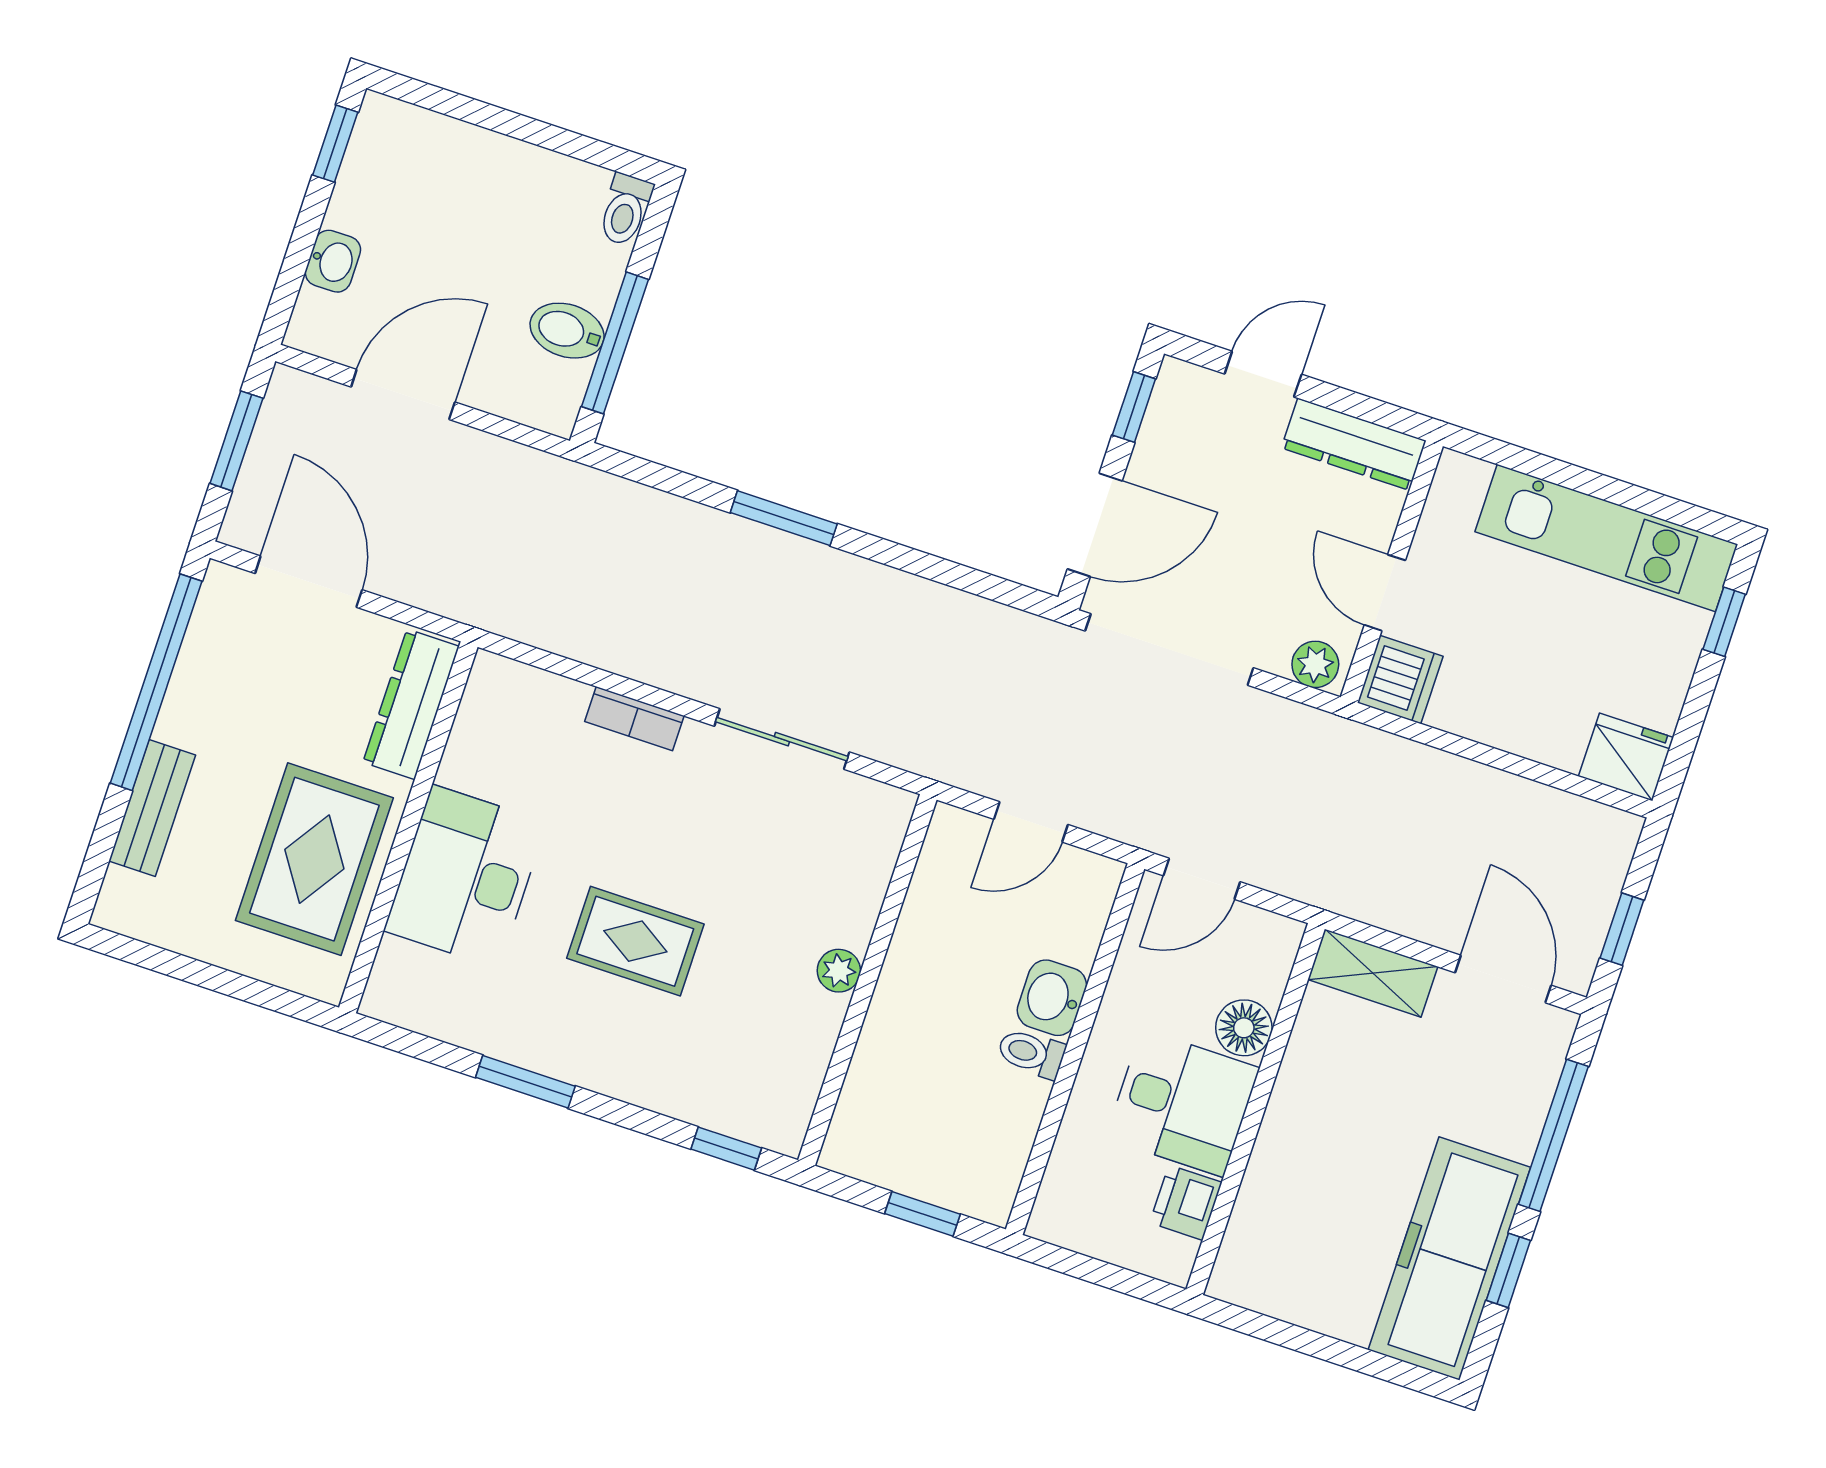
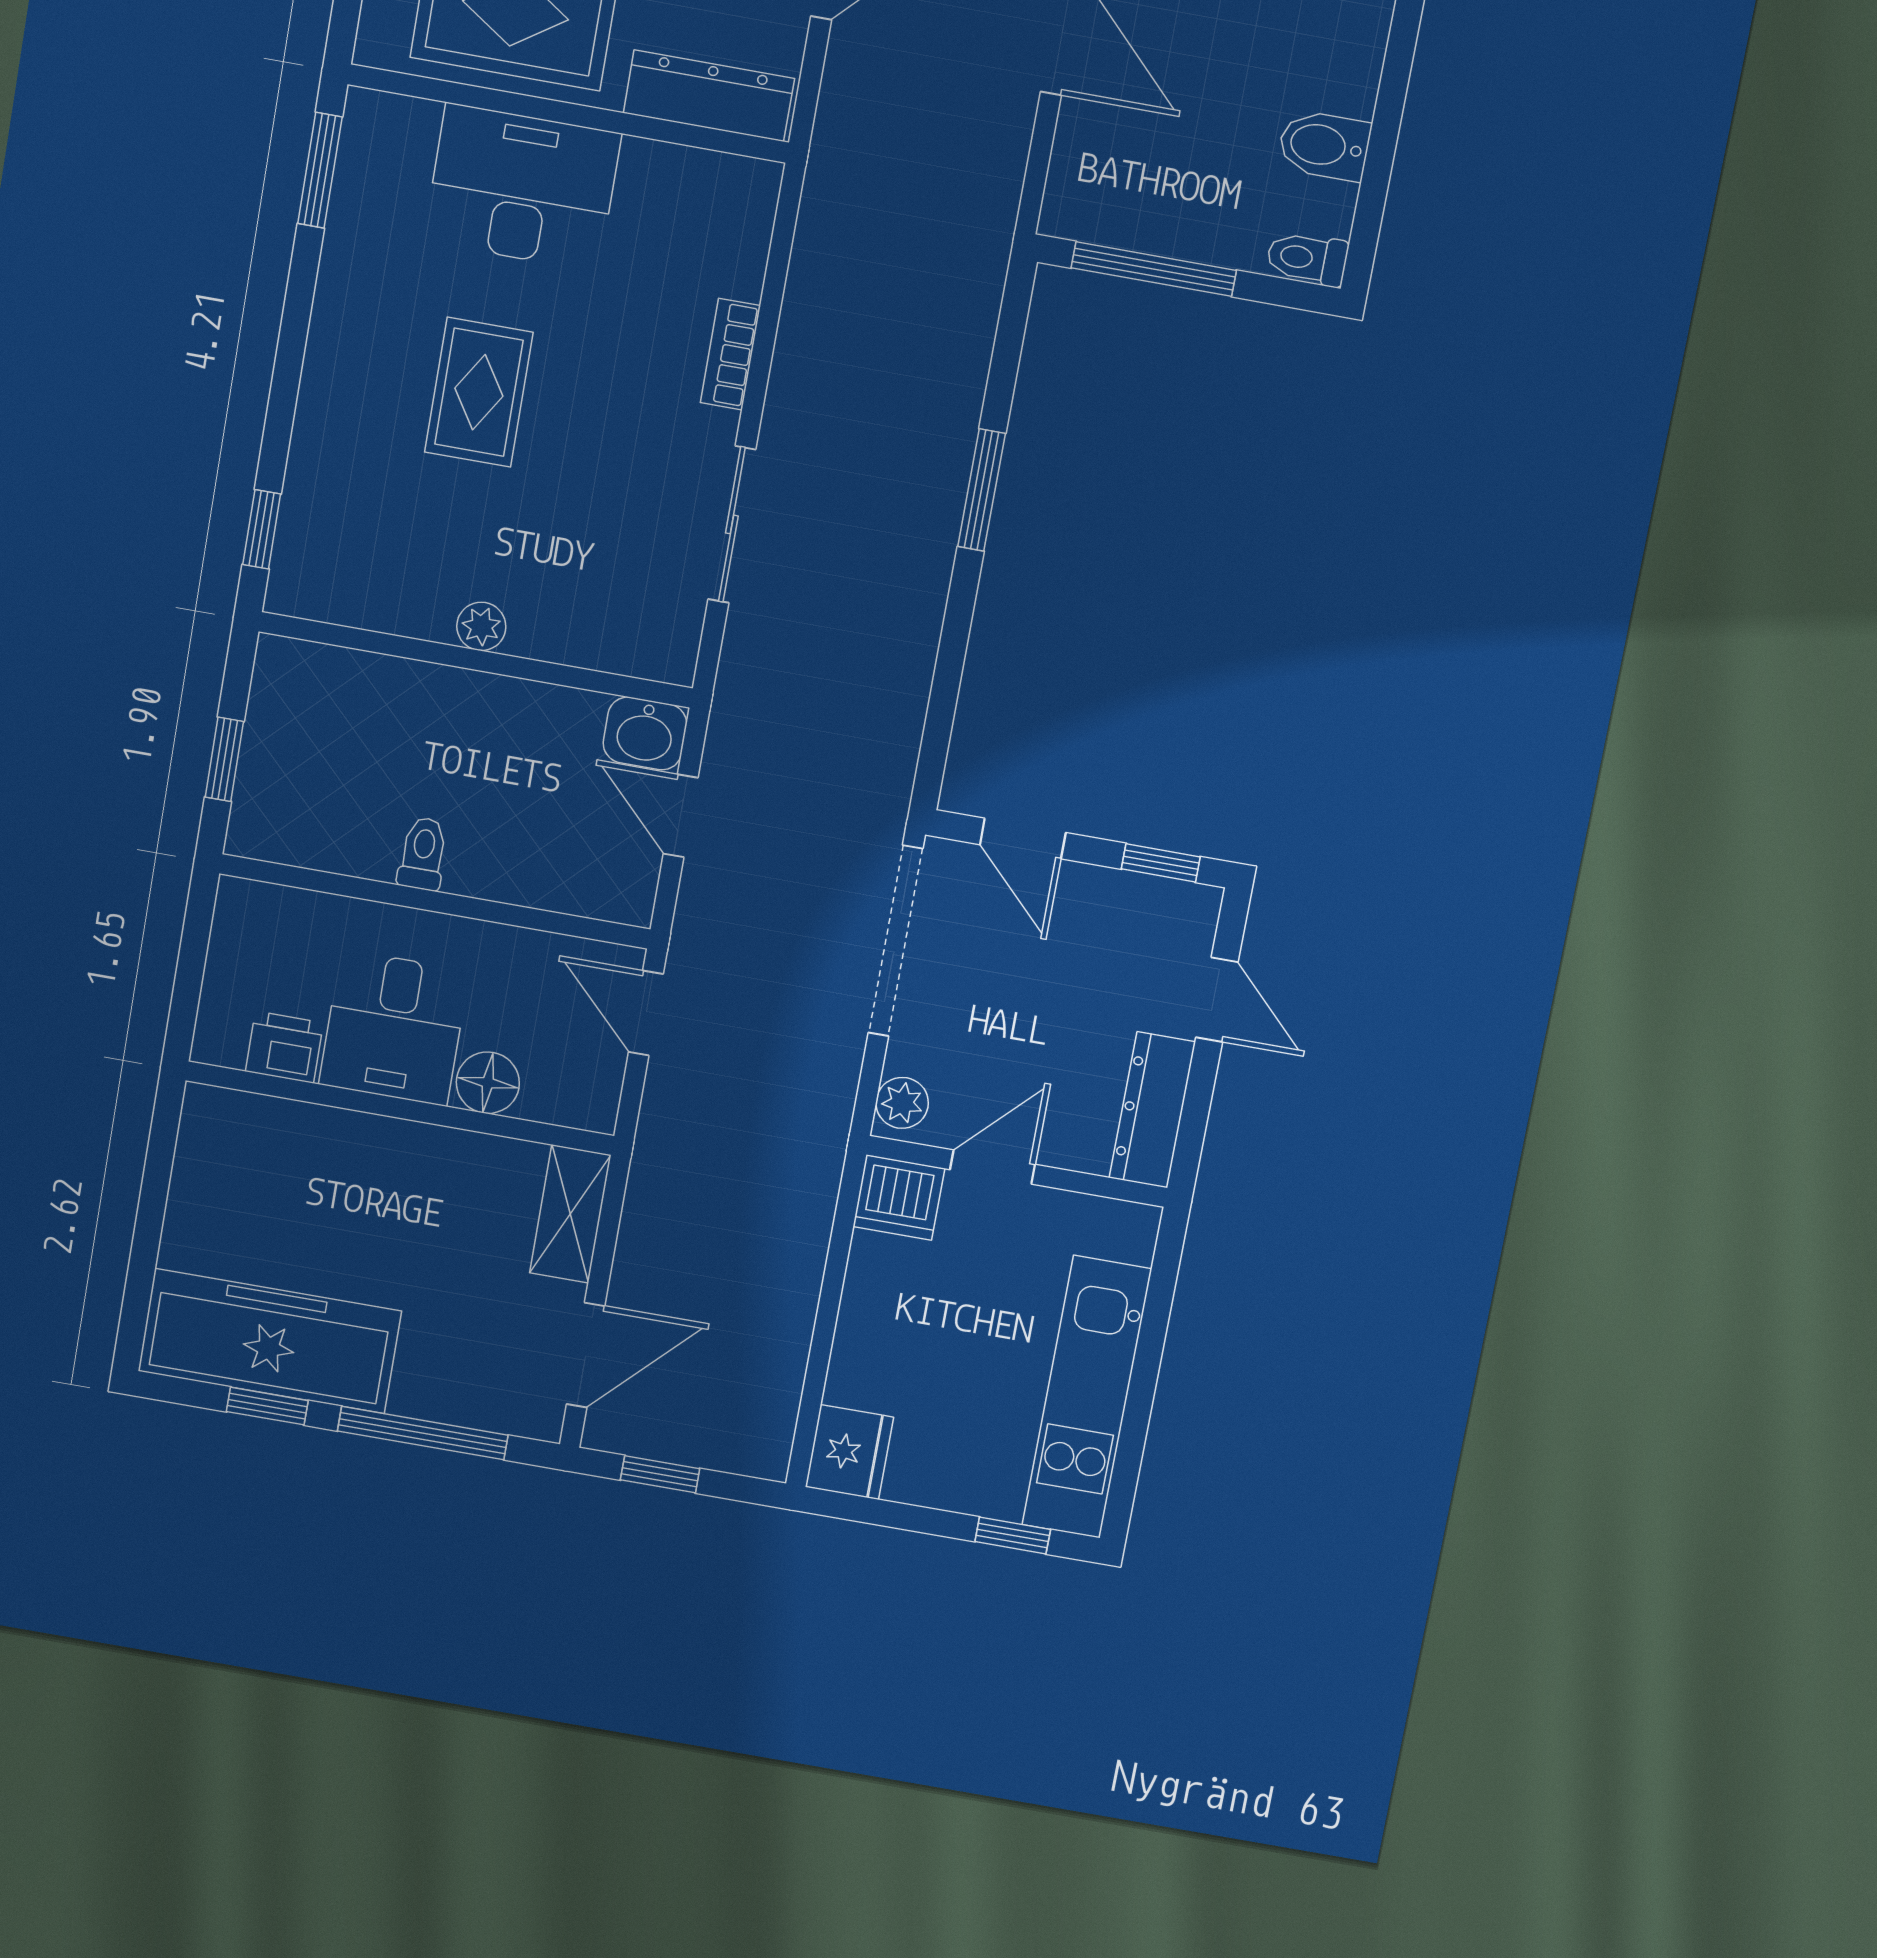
bidet: (567, 331) -> (1324, 146), moved, turned -90
door: (1095, 525) -> (1023, 839), width x0.73
washbasin: (1052, 998) -> (645, 733), moved, turned 180
window: (525, 1082) -> (320, 170), moved

